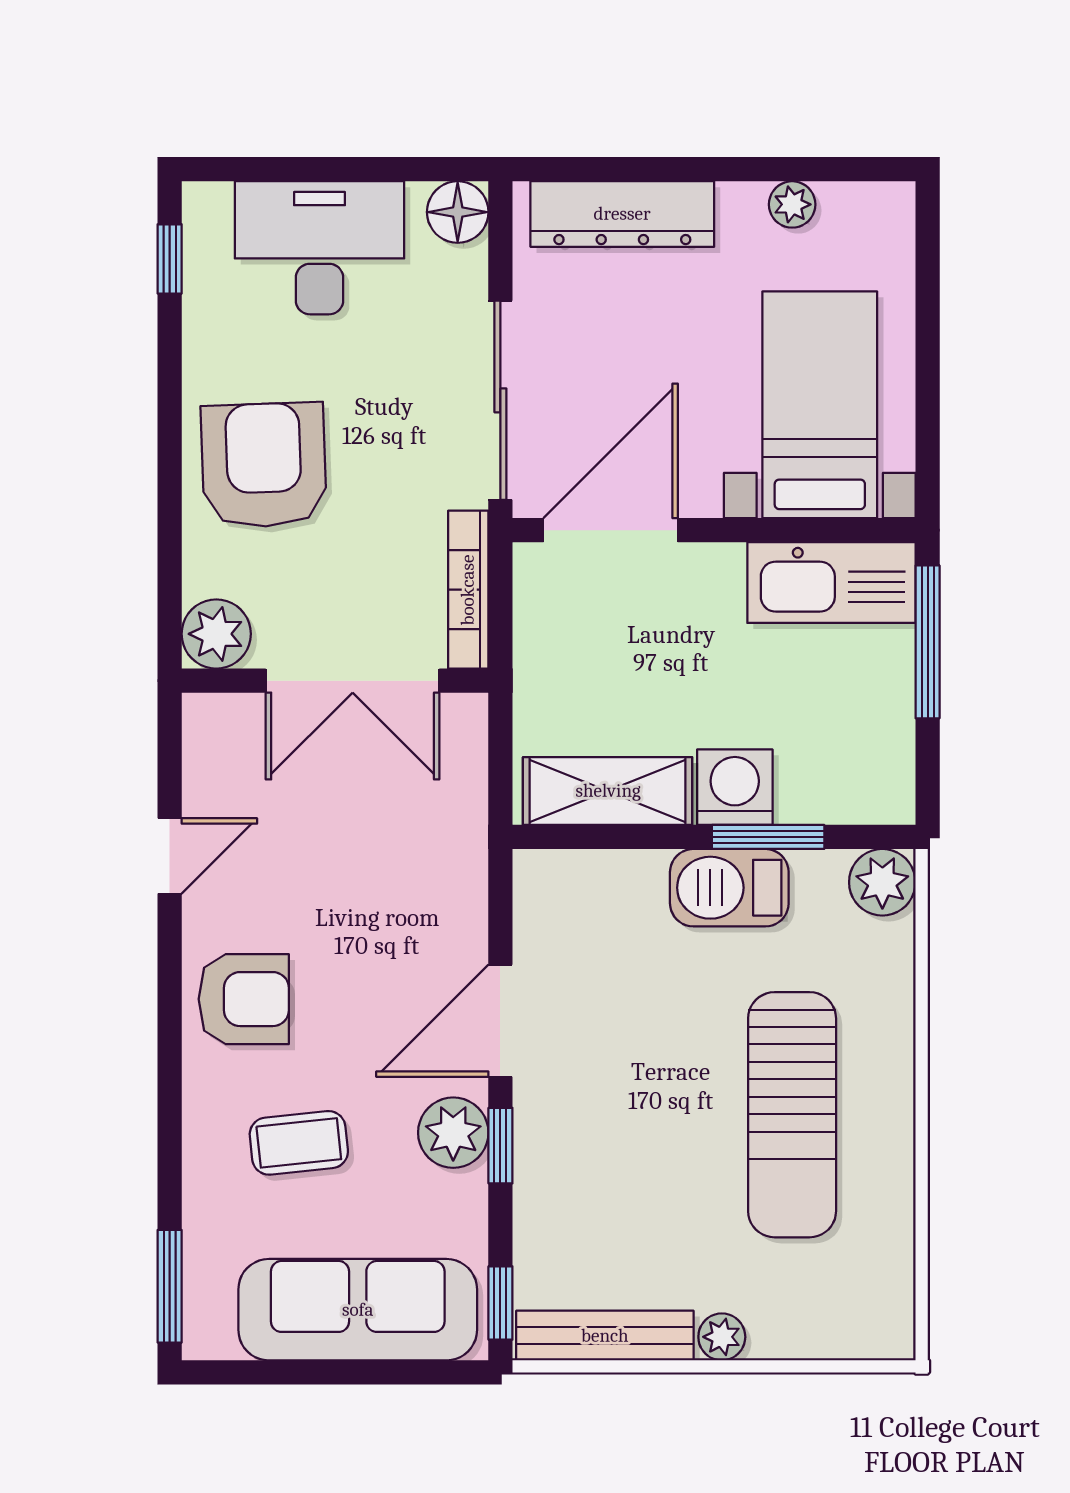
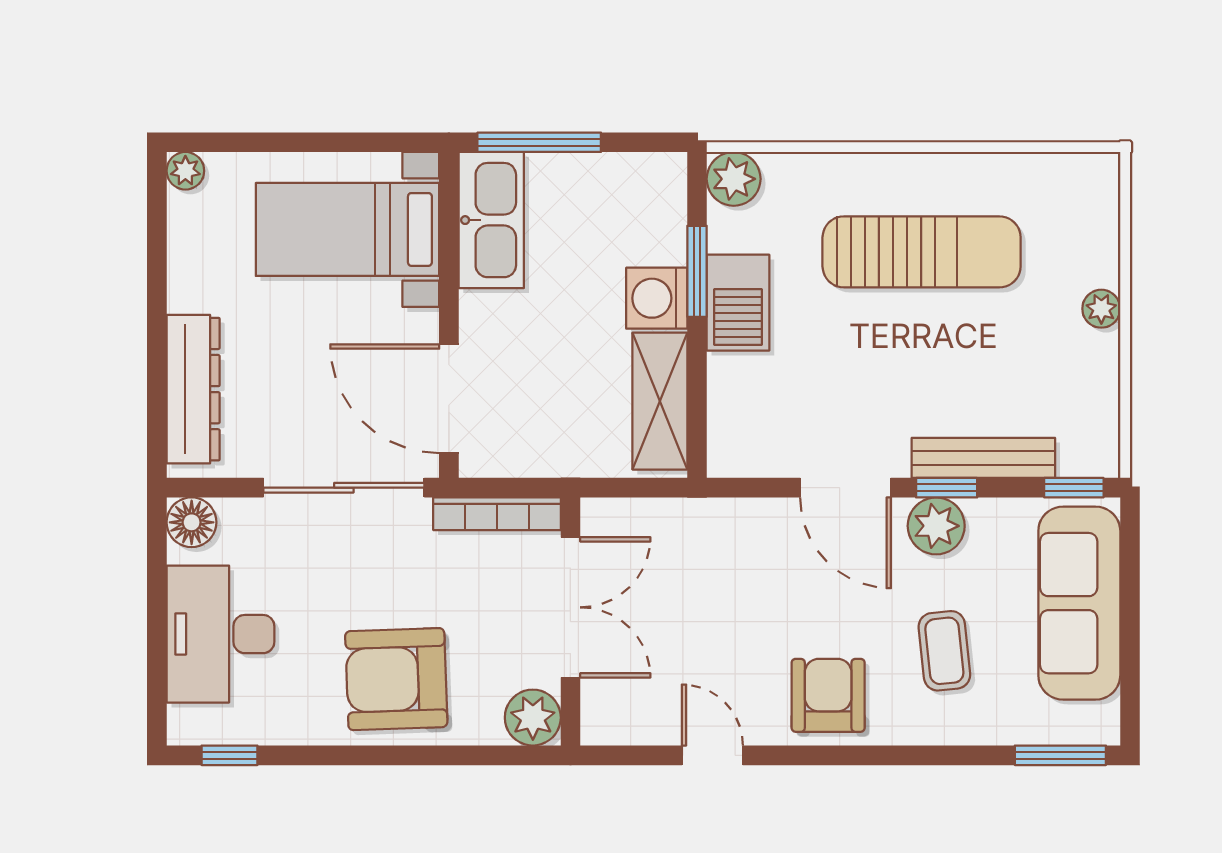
plant: (792, 204) -> (185, 171), moved
bench: (605, 1336) -> (983, 458), moved, turned 90

